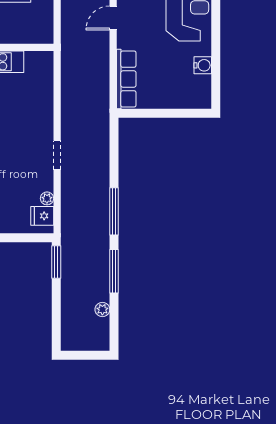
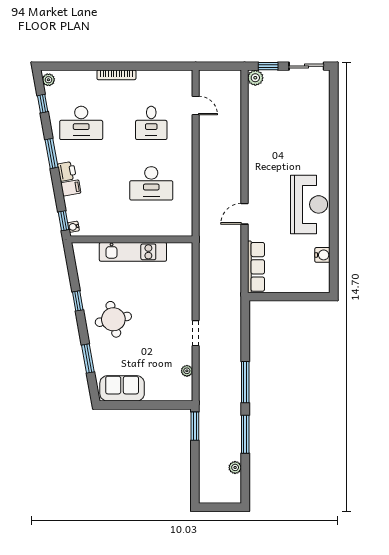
fridge: (42, 216) -> (183, 386), removed

